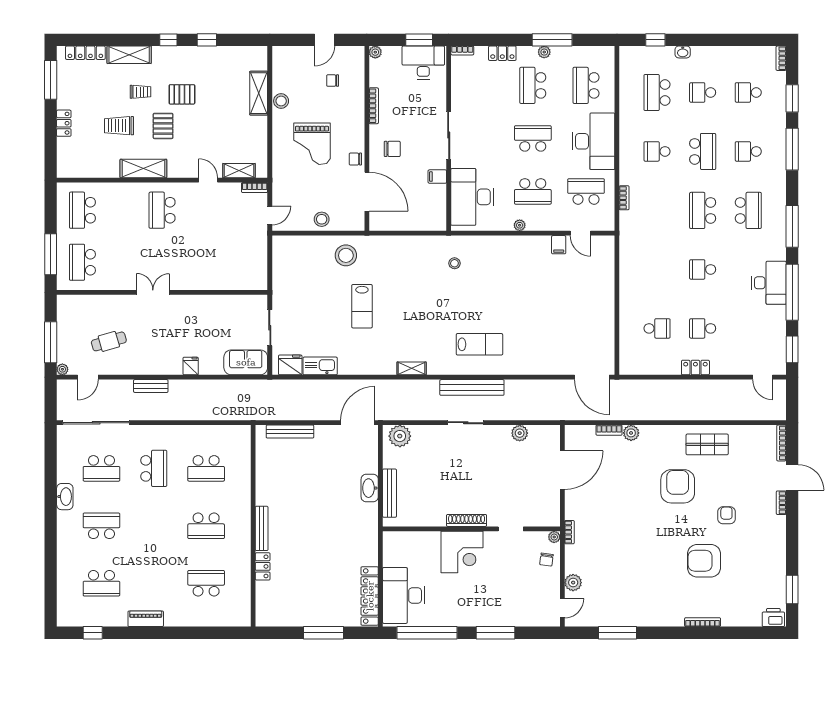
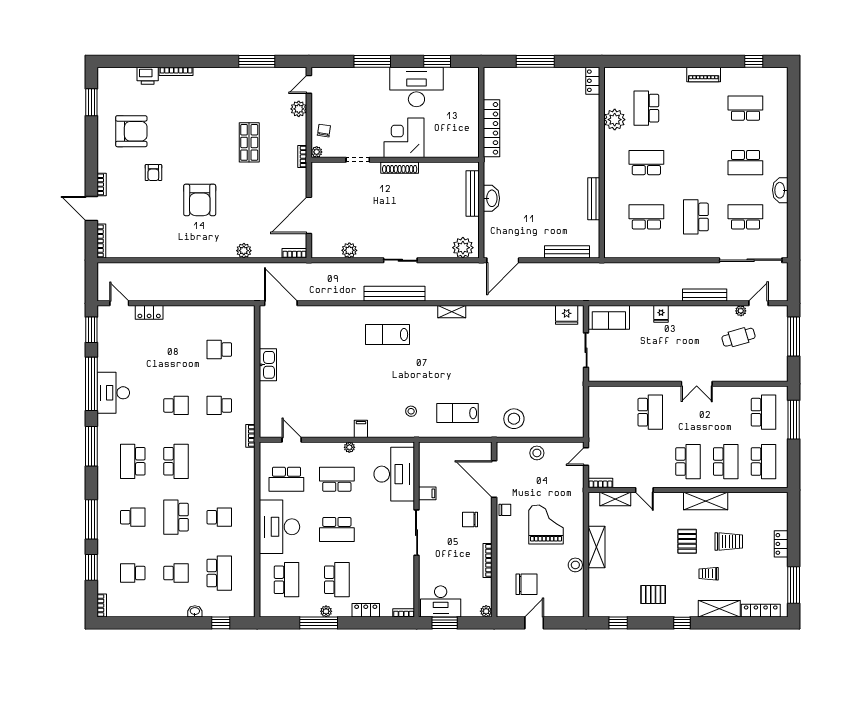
window: (207, 40) -> (618, 623), moved
chair: (333, 81) -> (527, 584), width x1.87, depth x1.87
school desk: (748, 92) -> (133, 573), turned 180
shelving: (259, 93) -> (597, 547), moved
pallet: (182, 94) -> (653, 595), moved
bookcase: (624, 198) -> (250, 436), moved
school desk: (122, 210) -> (726, 462), added
filing cabinet: (559, 245) -> (361, 429), moved
school desk: (202, 262) -> (650, 412), added
lab bench: (362, 306) -> (457, 413), moved, turned -90
school desk: (703, 328) -> (219, 405), moved, turned 180
kitchen sink: (320, 366) -> (268, 365), moved, turned -90
locker: (695, 368) -> (149, 312), moved
plant: (62, 369) -> (741, 311), moved
bench: (151, 386) -> (705, 295), width x1.36
bookcase: (609, 430) -> (294, 253), moved
shop shelf: (707, 444) -> (249, 142), moved, turned 90
bench: (262, 528) -> (594, 199), moved
armchair: (704, 561) -> (131, 131), moved
locker: (263, 566) -> (593, 81), moved
plant: (240, 571) -> (615, 120), added
school desk: (206, 583) -> (646, 108), turned 90
desk: (404, 595) -> (416, 87), moved, turned -90
locker: (370, 596) -> (491, 128), moved
printer: (773, 617) -> (148, 76), moved
window: (427, 633) -> (437, 61), width x0.47

